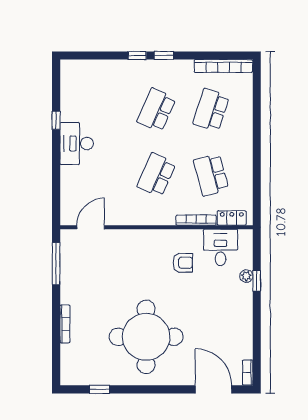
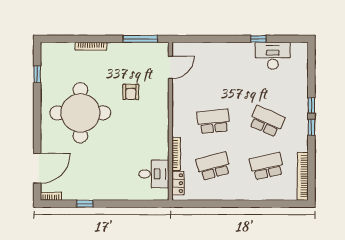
school desk: (211, 110) -> (267, 166), turned -30
desk: (77, 144) -> (273, 56), moved
school desk: (156, 175) -> (213, 121), turned -30
door: (91, 227) -> (170, 67), hinge flipped
armchair: (183, 263) -> (131, 92), moved
plant: (246, 276) -> (130, 195), removed
window: (257, 281) -> (85, 204), moved

